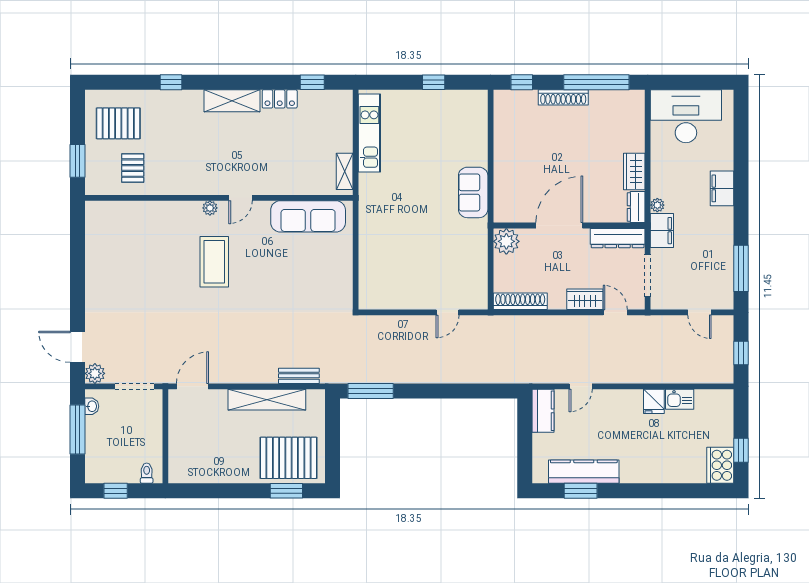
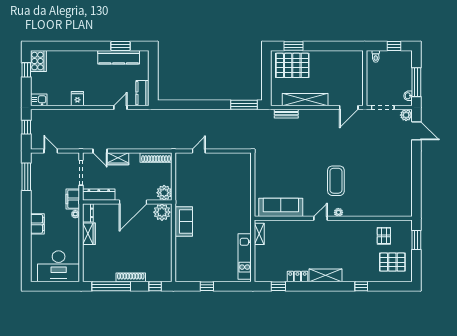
plant: (510, 208) -> (162, 212), added
kitchen sink: (680, 399) -> (39, 100), moved

